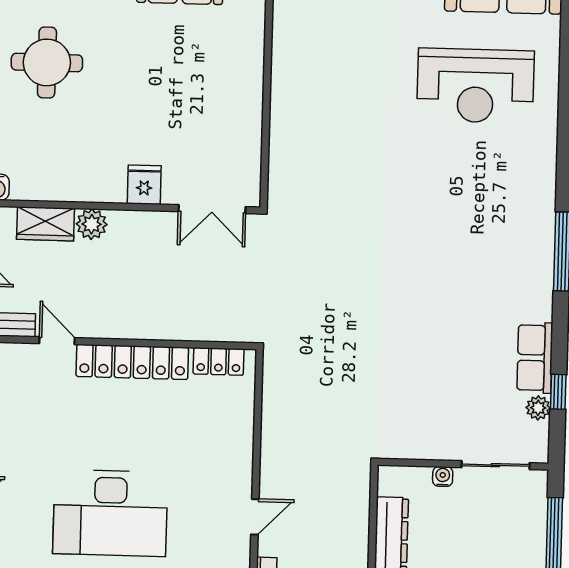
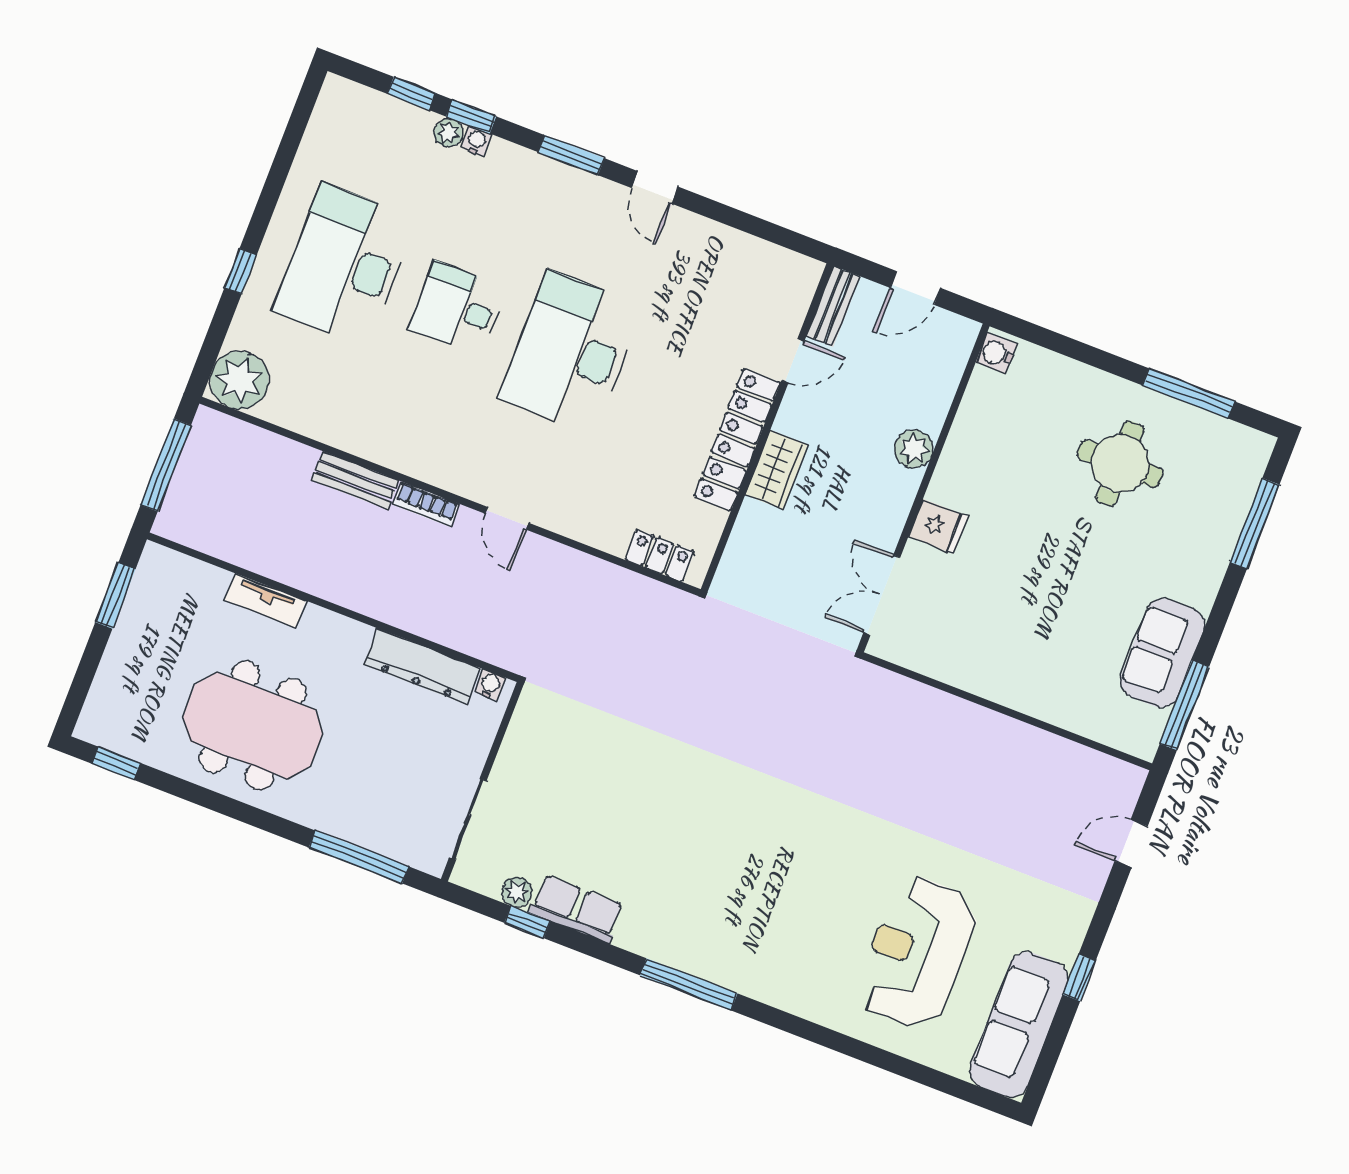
wardrobe: (45, 224) -> (776, 470), moved, turned 180
locker: (219, 361) -> (660, 556), moved, turned 90
water cooler: (443, 477) -> (490, 685), moved, turned -90

